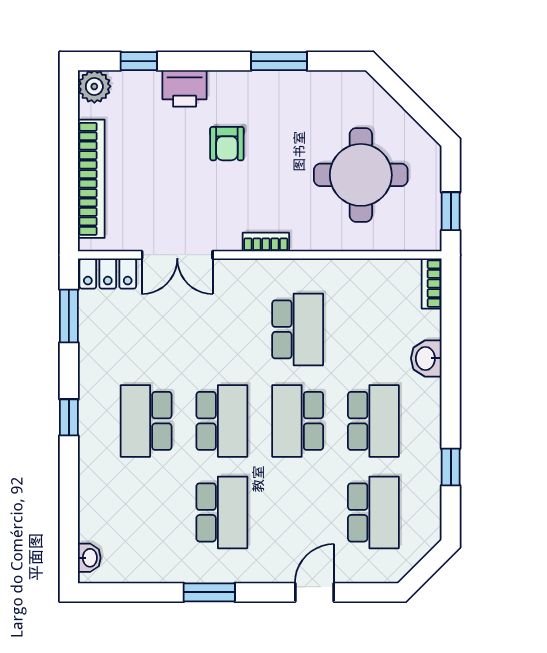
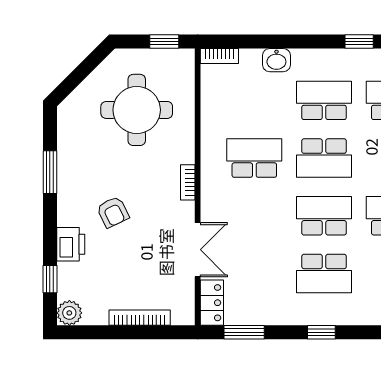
armchair: (227, 144) -> (113, 212), turned 64
bookcase: (91, 179) -> (140, 318), width x0.68, depth x0.76

